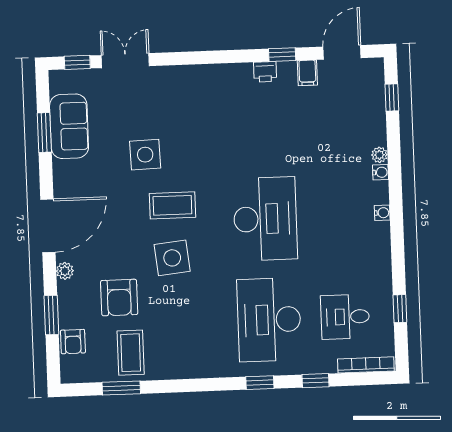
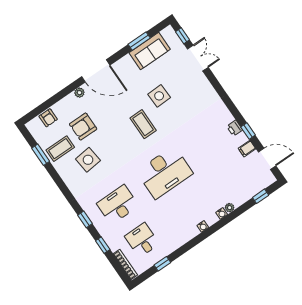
side table: (172, 258) -> (88, 160), moved
window: (51, 315) -> (54, 99), removed
desk: (269, 320) -> (118, 205), width x0.73, depth x0.77
armchair: (73, 342) -> (48, 118), turned -90

